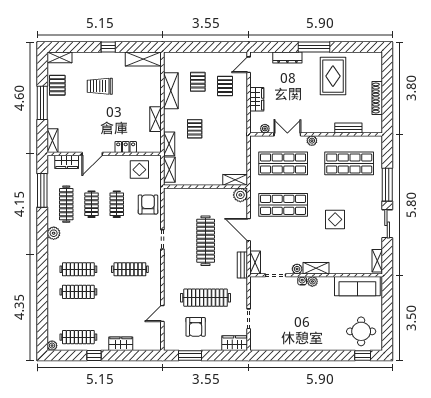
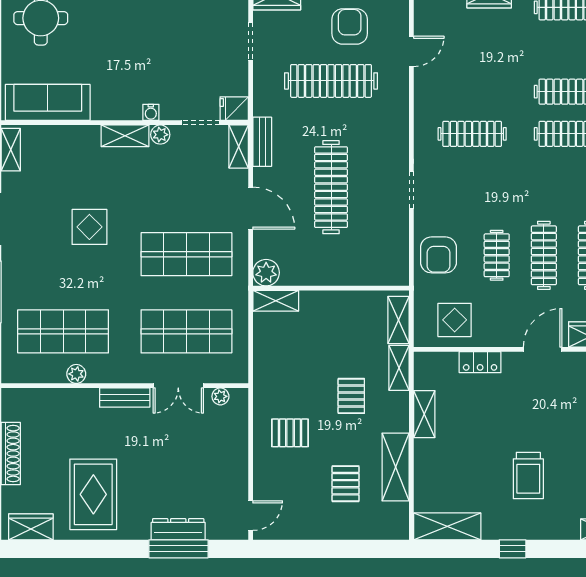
window: (314, 47) -> (179, 549), moved
trolley: (100, 86) -> (528, 475), turned 90
pallet: (225, 86) -> (290, 433), moved, turned 90
wardrobe: (257, 99) -> (31, 527), moved, turned 90
bench: (348, 128) -> (125, 398), moved
plant: (312, 141) -> (76, 374), moved
clothes rail: (92, 204) -> (544, 255), width x1.36
plant: (312, 282) -> (132, 111), removed
fridge: (257, 283) -> (234, 109), added

